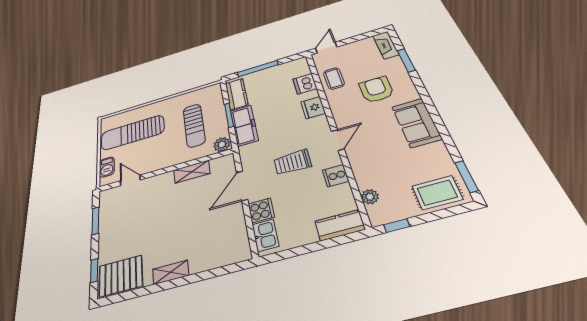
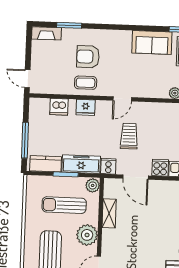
coffee table: (334, 78) -> (86, 83), moved
sofa: (416, 123) -> (152, 43), moved
sun lounger: (194, 125) -> (64, 205), turned 180
door: (338, 140) -> (122, 99), swing flipped
plant: (163, 158) -> (87, 235), added
trolley: (292, 162) -> (129, 136), turned 180
cooker: (336, 176) -> (108, 166), moved, turned 180

